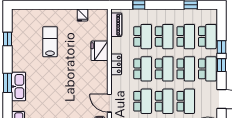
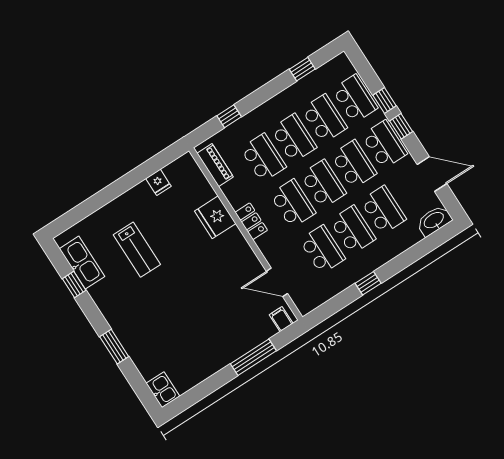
lab bench: (50, 42) -> (137, 250), turned 180
kitchen sink: (18, 87) -> (82, 263), moved

